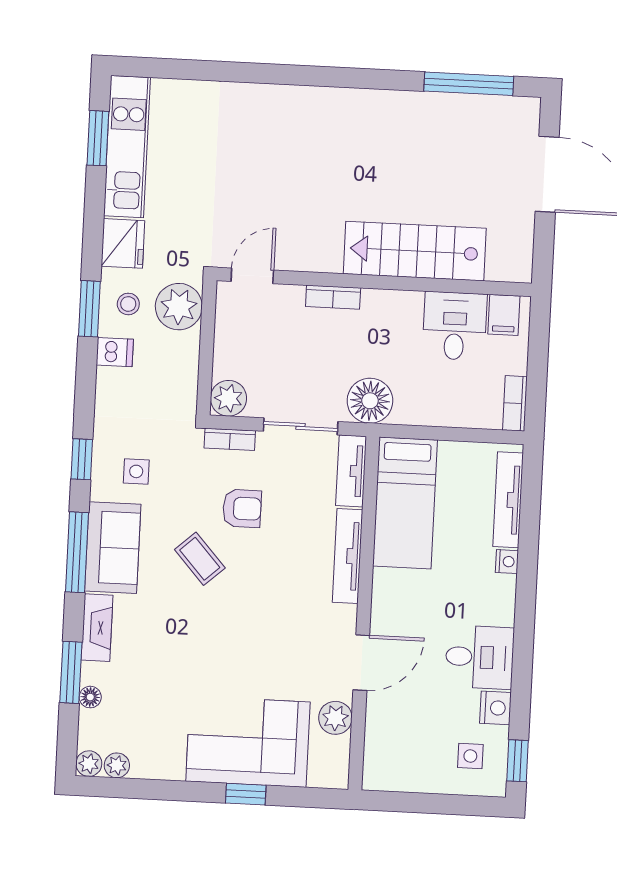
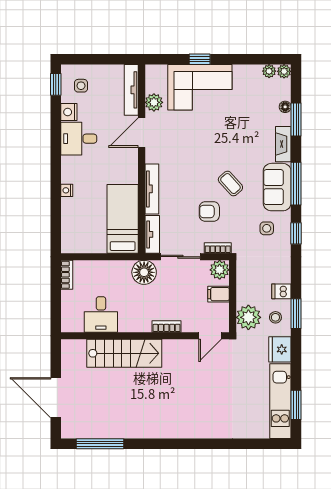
filing cabinet: (504, 315) -> (218, 294), moved, turned -90
tv unit: (508, 500) -> (131, 90), moved, turned 180

